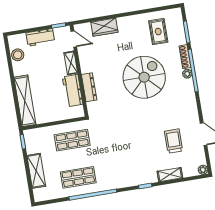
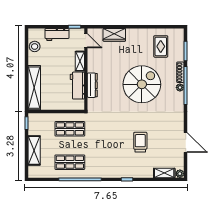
trolley: (174, 141) -> (140, 142), moved
shelving: (170, 175) -> (164, 173), moved

